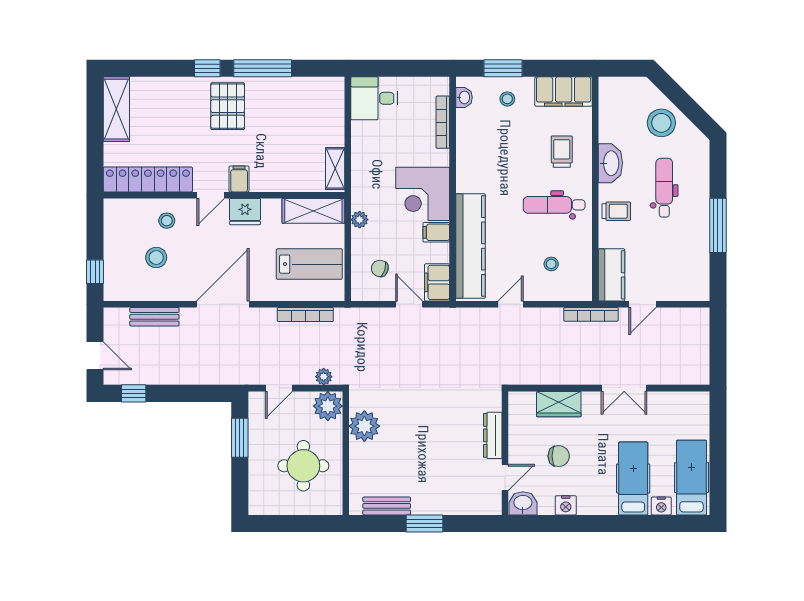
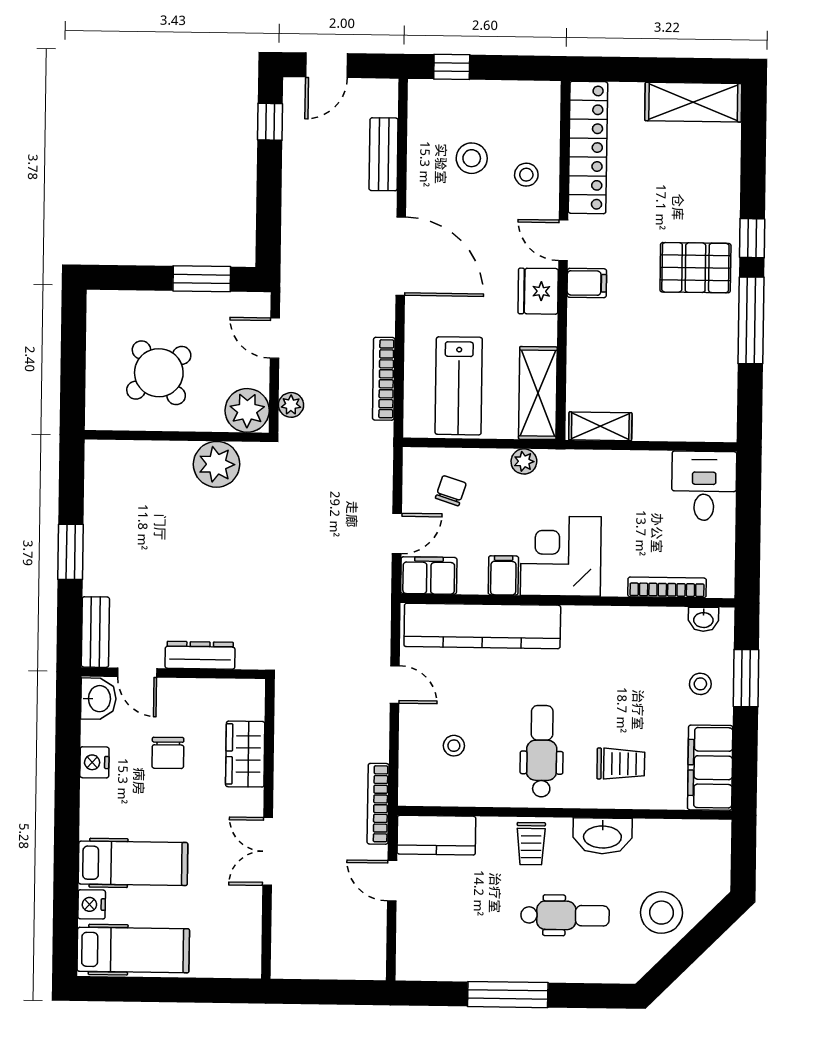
round table: (303, 466) -> (159, 373), turned -38
bench: (387, 506) -> (95, 632), moved

